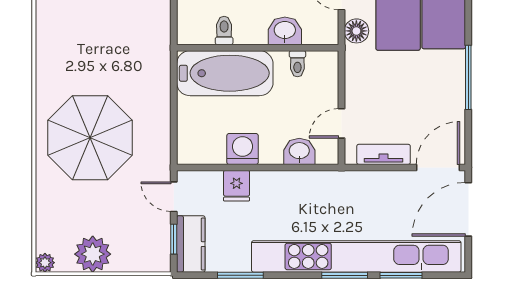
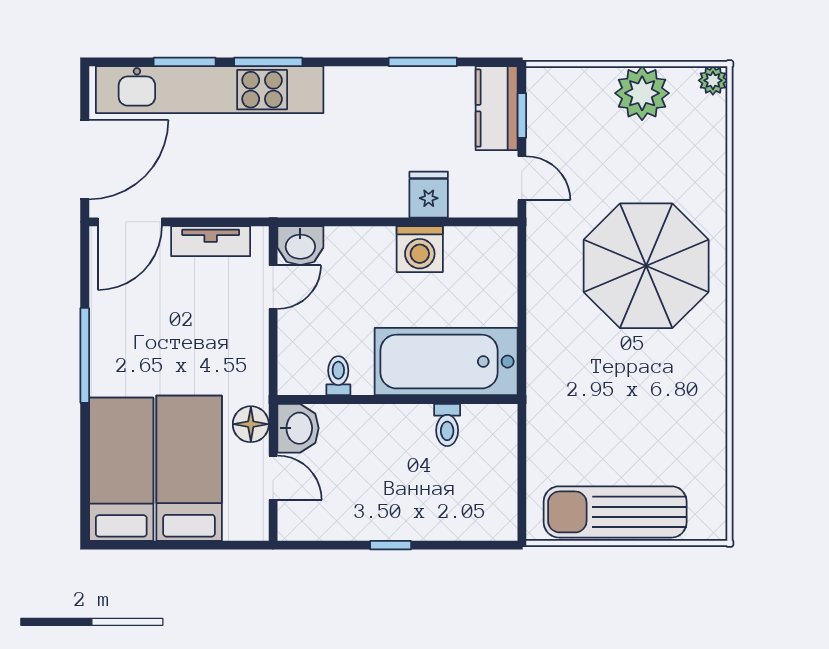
washbasin: (285, 31) -> (298, 428), moved, turned -90
washbasin: (299, 151) -> (300, 246), moved
kitchen unit: (356, 256) -> (210, 90), width x0.73

